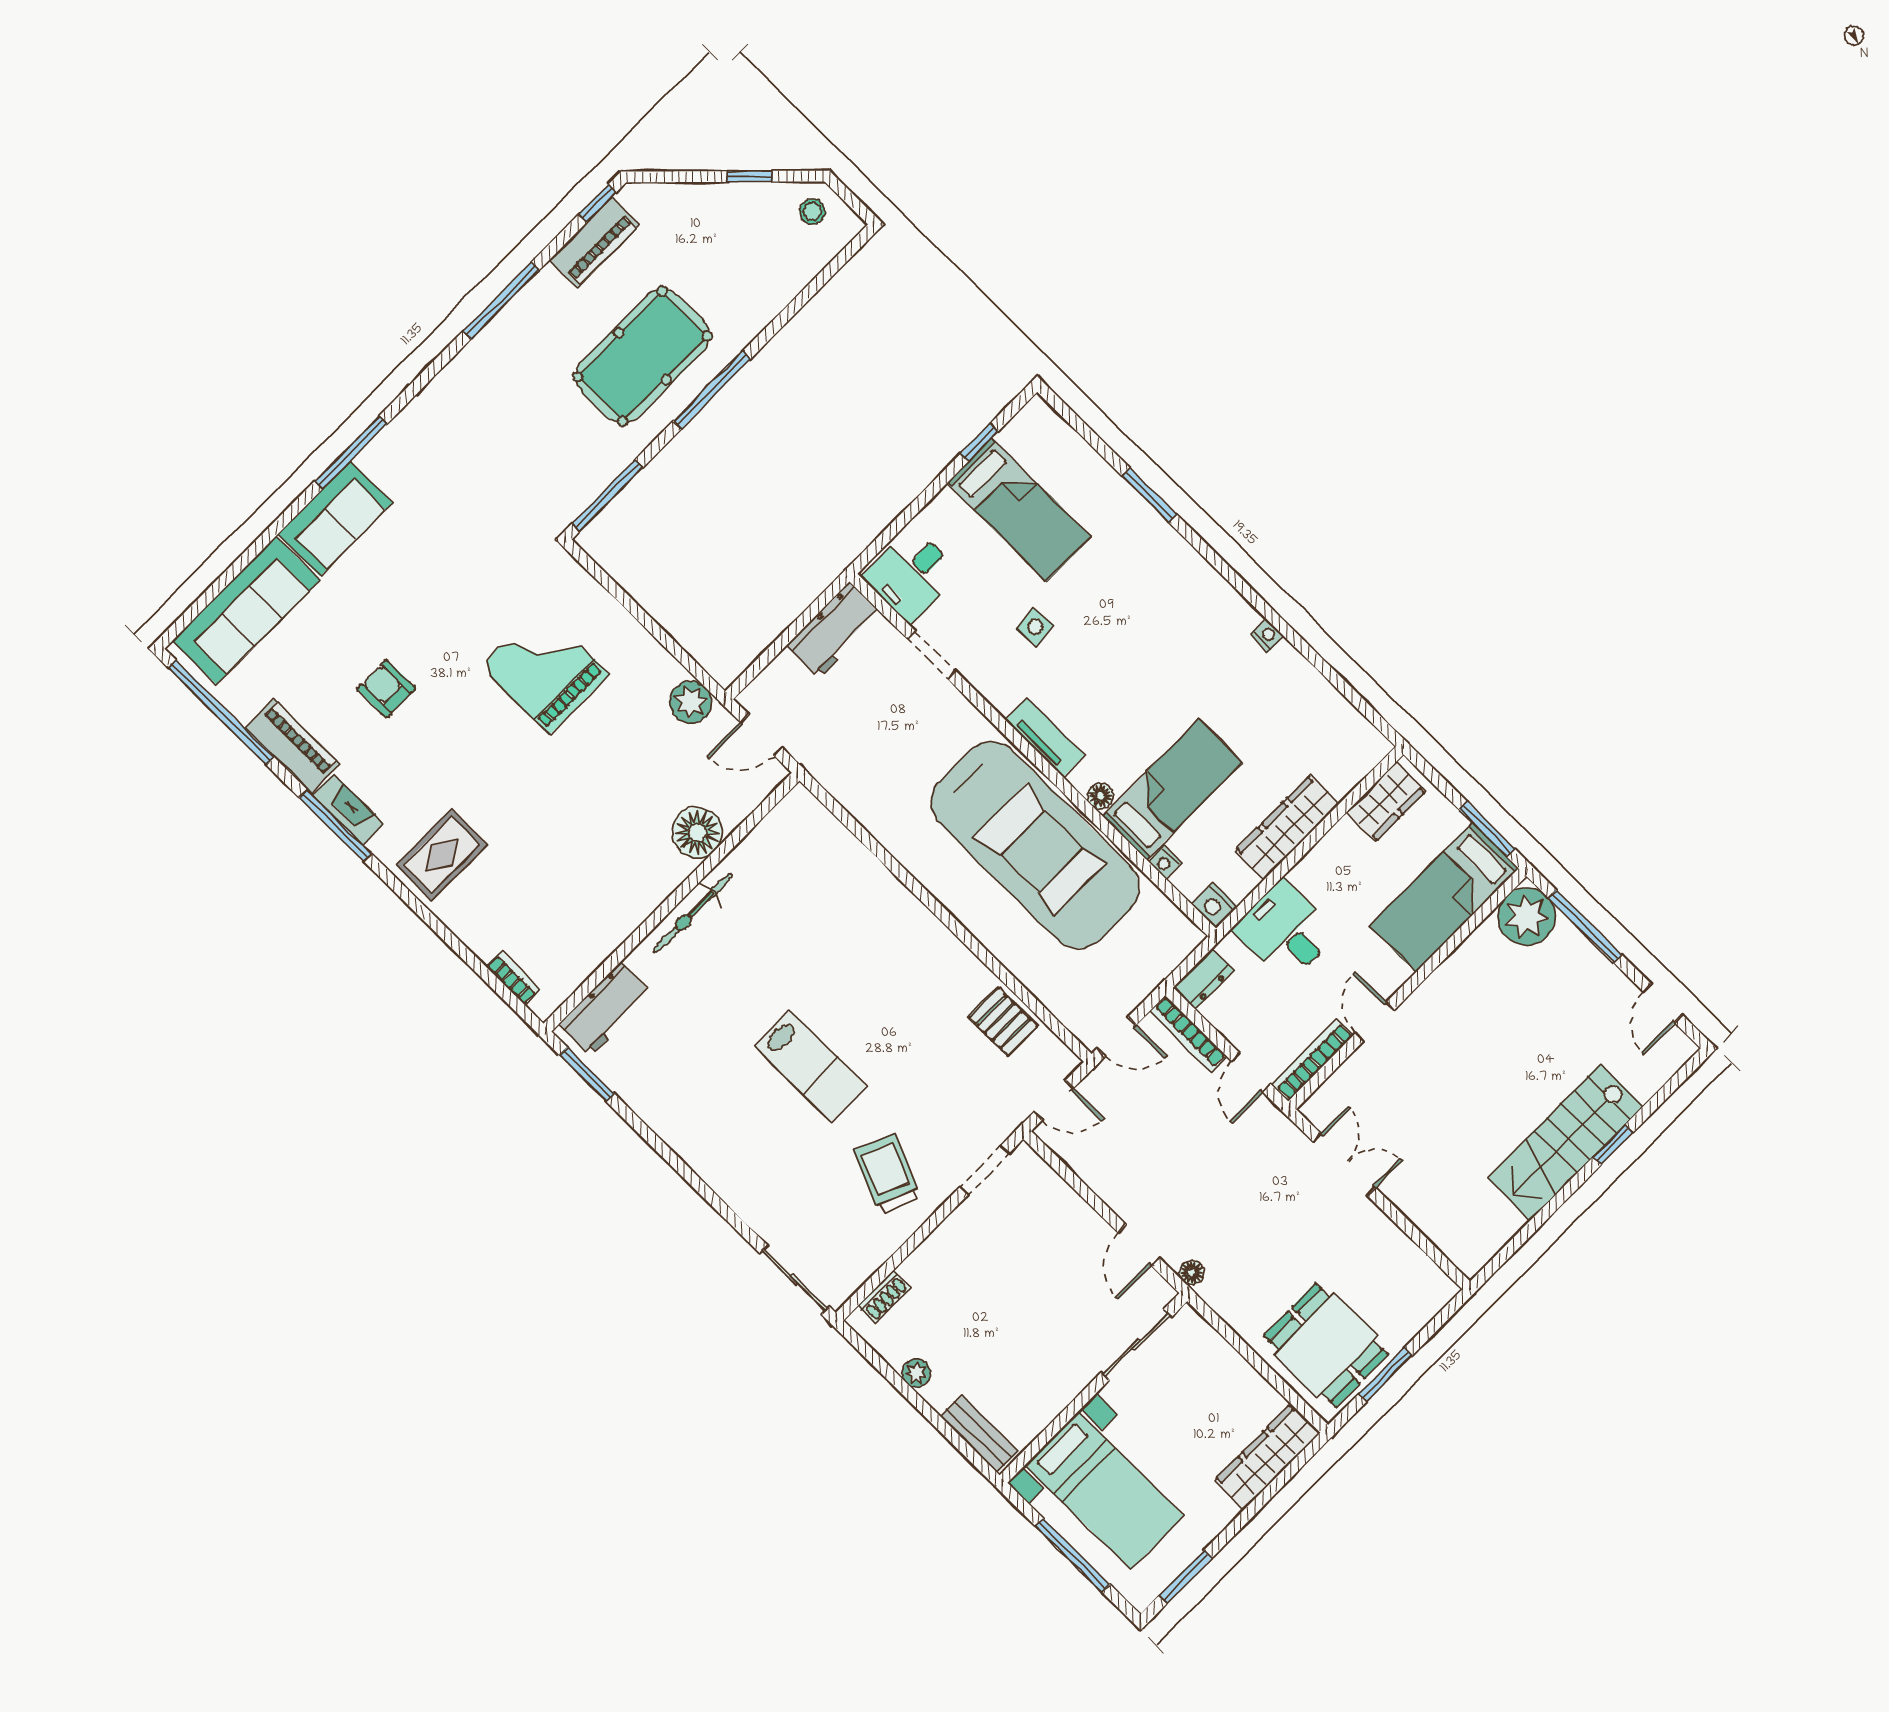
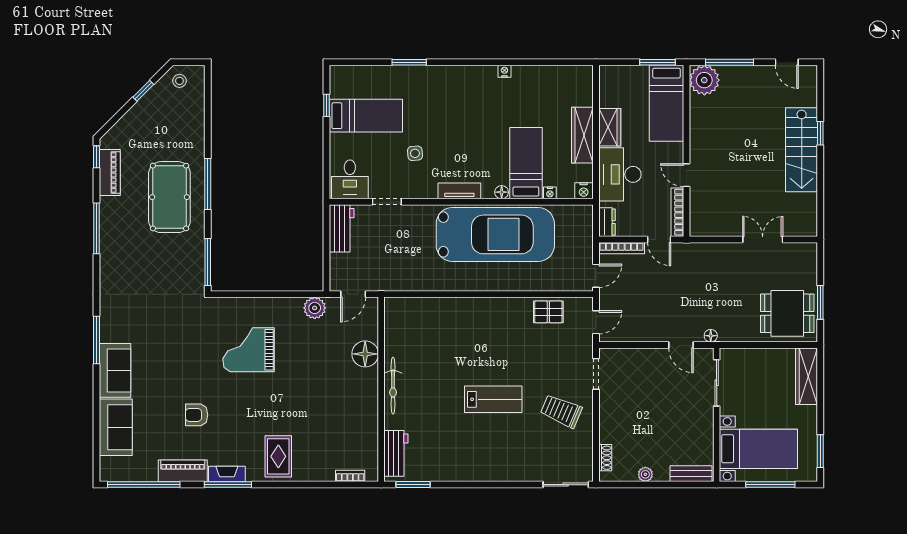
sofa: (246, 610) -> (116, 427), width x0.73
wardrobe: (1386, 802) -> (610, 127), moved
desk: (1285, 931) -> (620, 174), width x1.37
double door: (1344, 1165) -> (763, 239), moved

